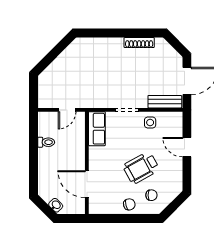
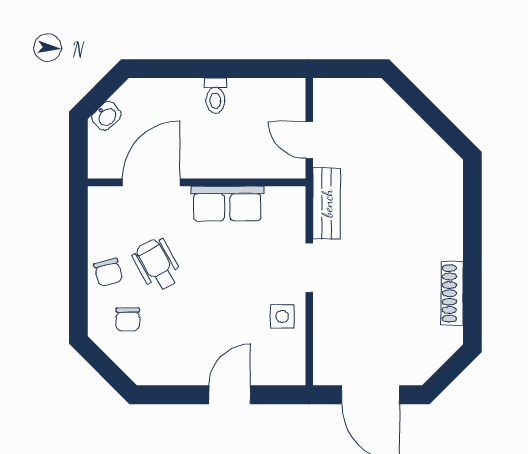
bench: (165, 102) -> (327, 203), moved
row of seats: (97, 129) -> (227, 203), moved
toilet: (46, 142) -> (215, 96), moved
wheelchair: (141, 168) -> (157, 265), moved, width x0.73, depth x0.73

